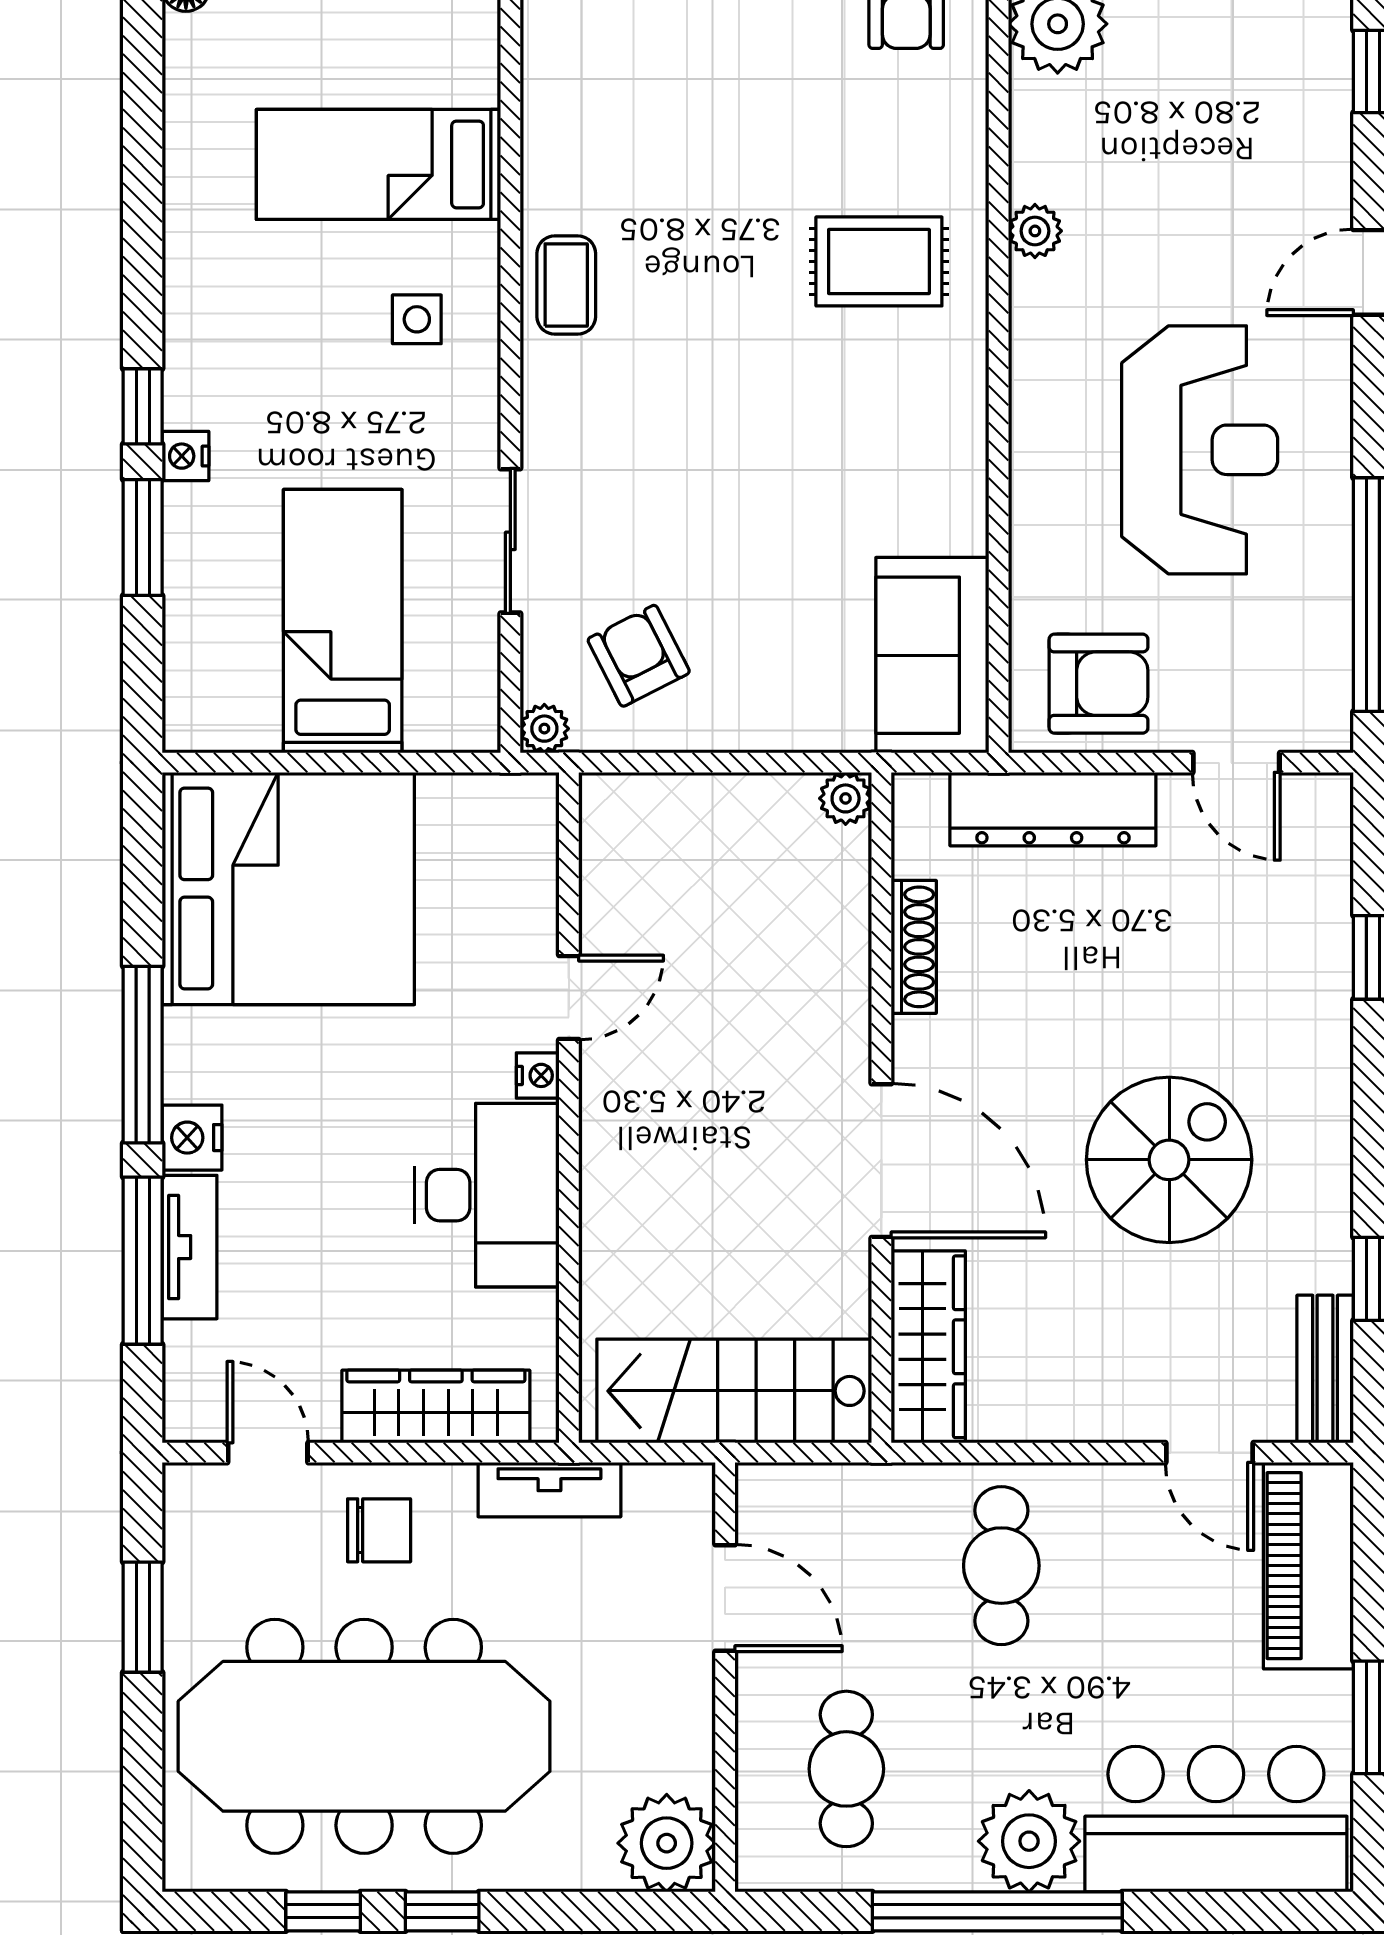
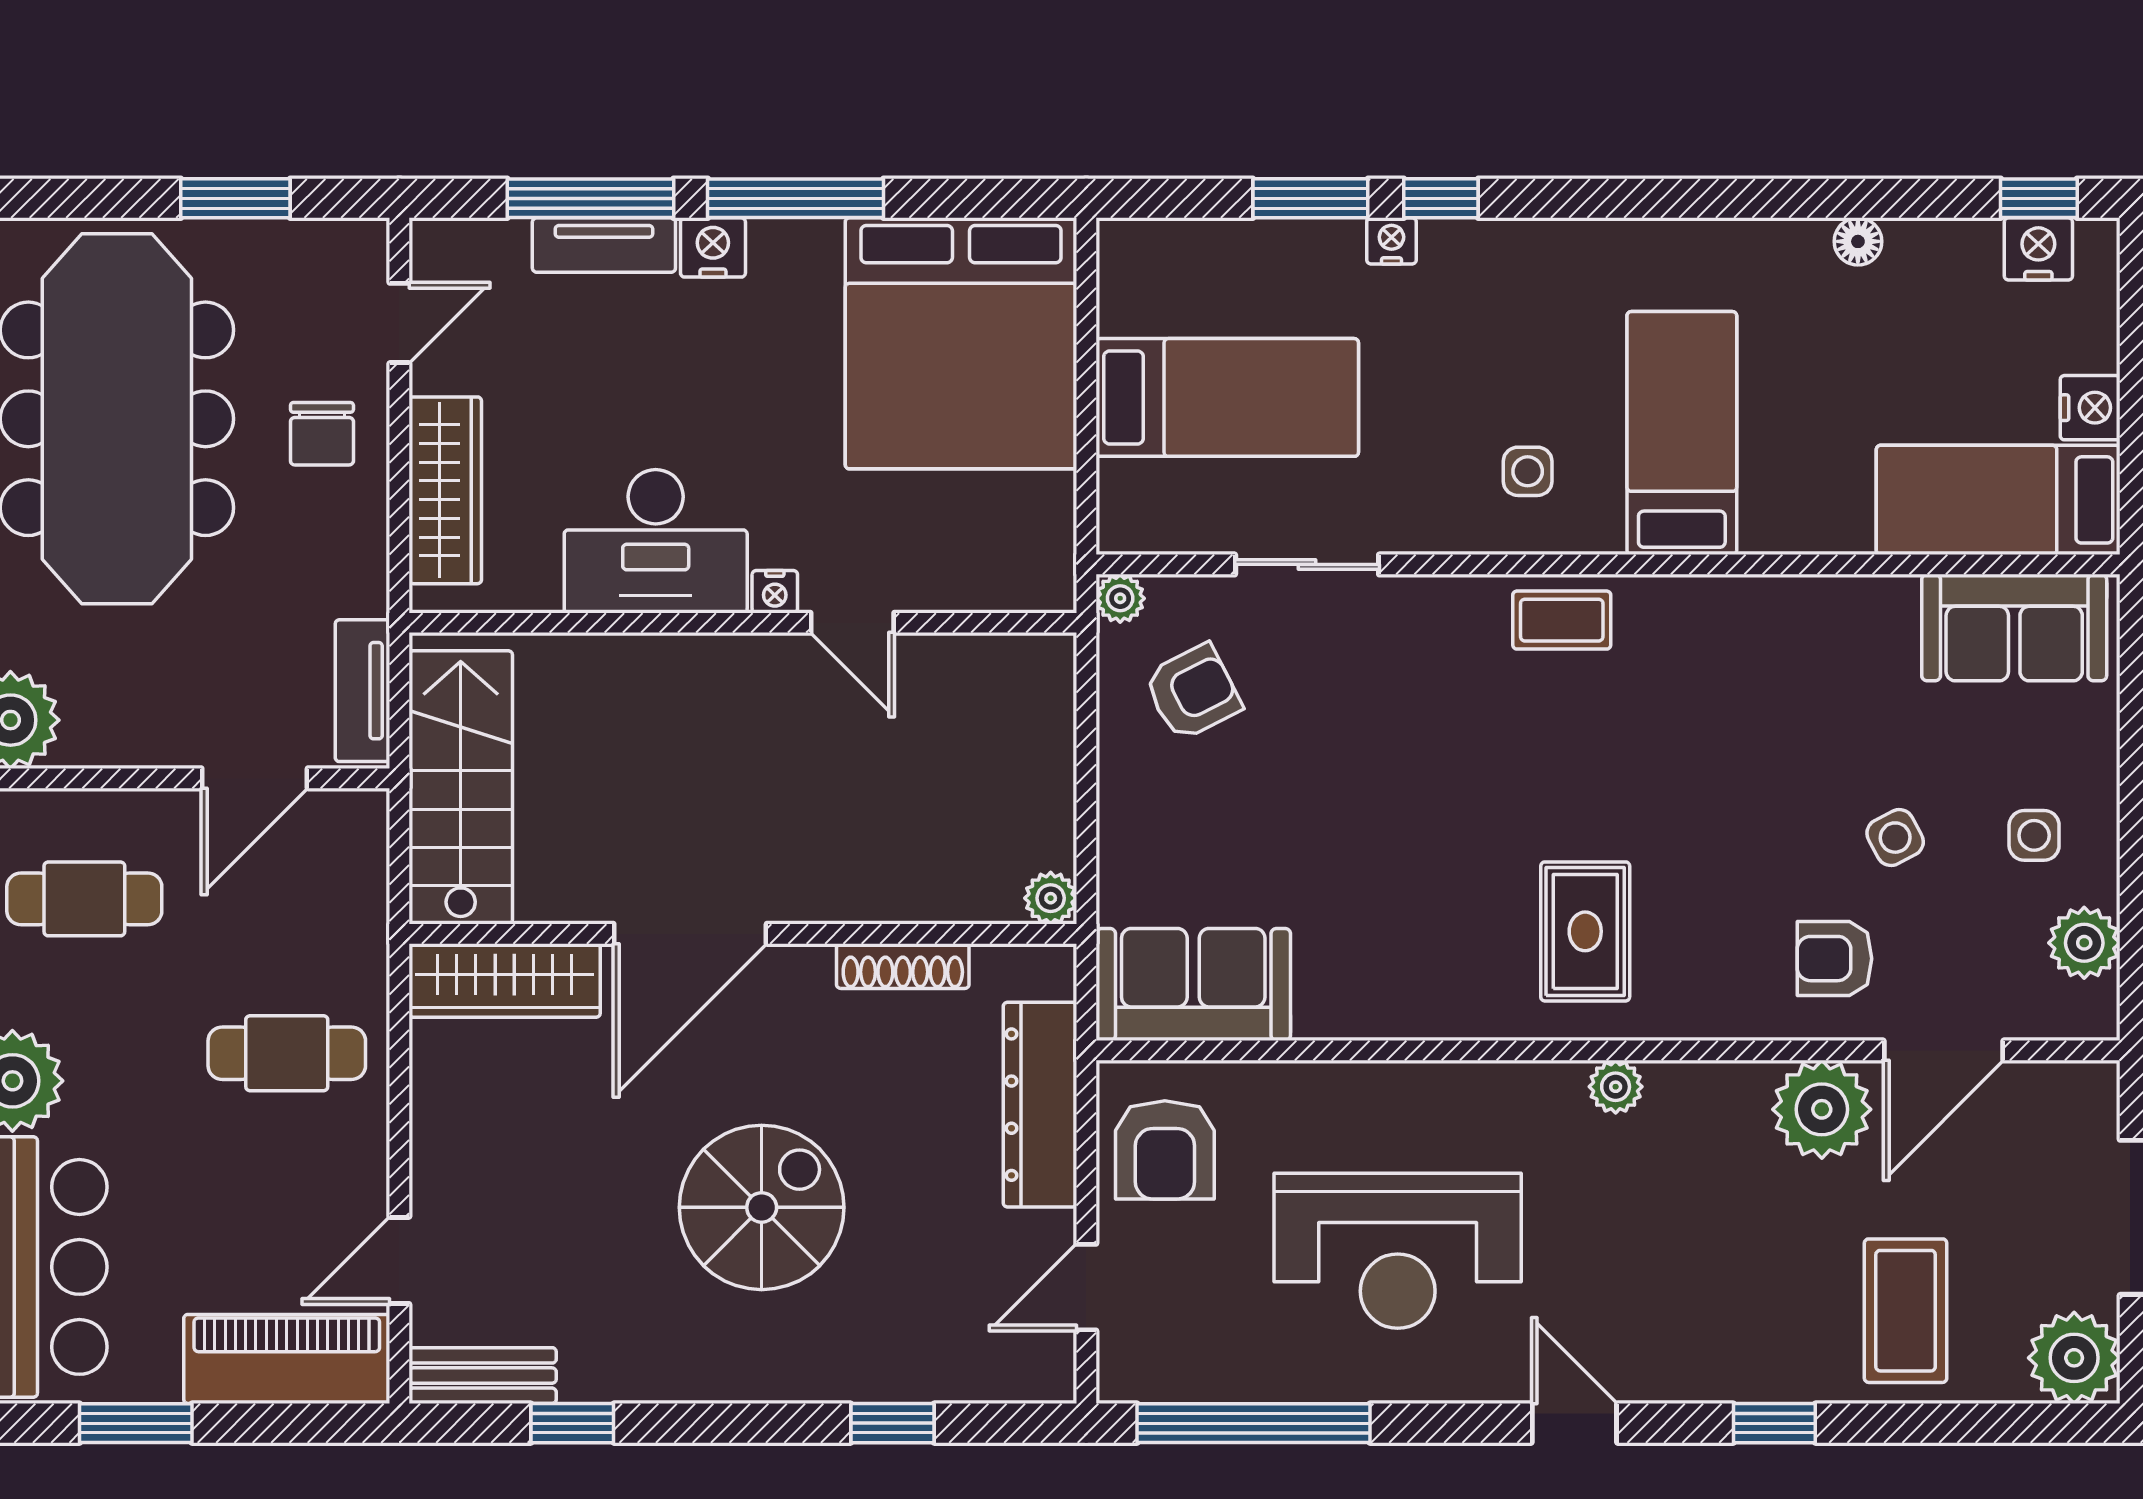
spiral stairs: (1169, 1160) -> (762, 1207), moved, turned -90
tv unit: (549, 1490) -> (363, 691), moved

